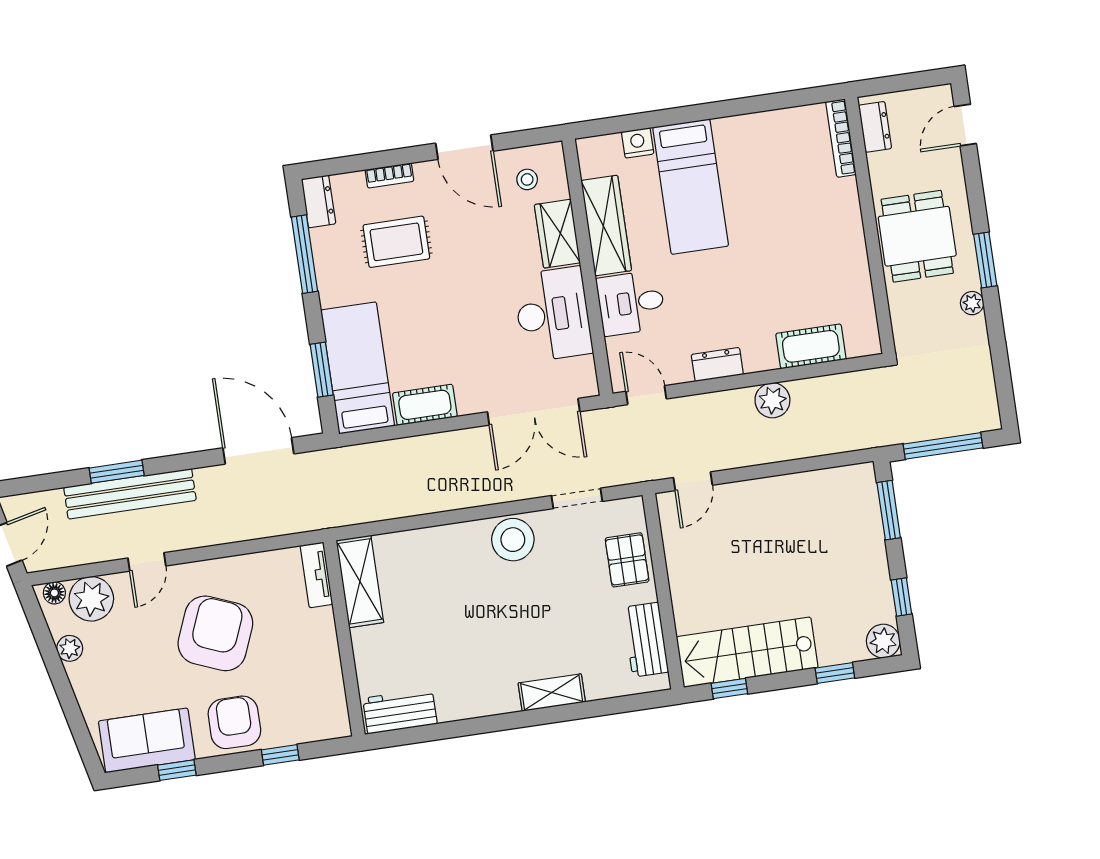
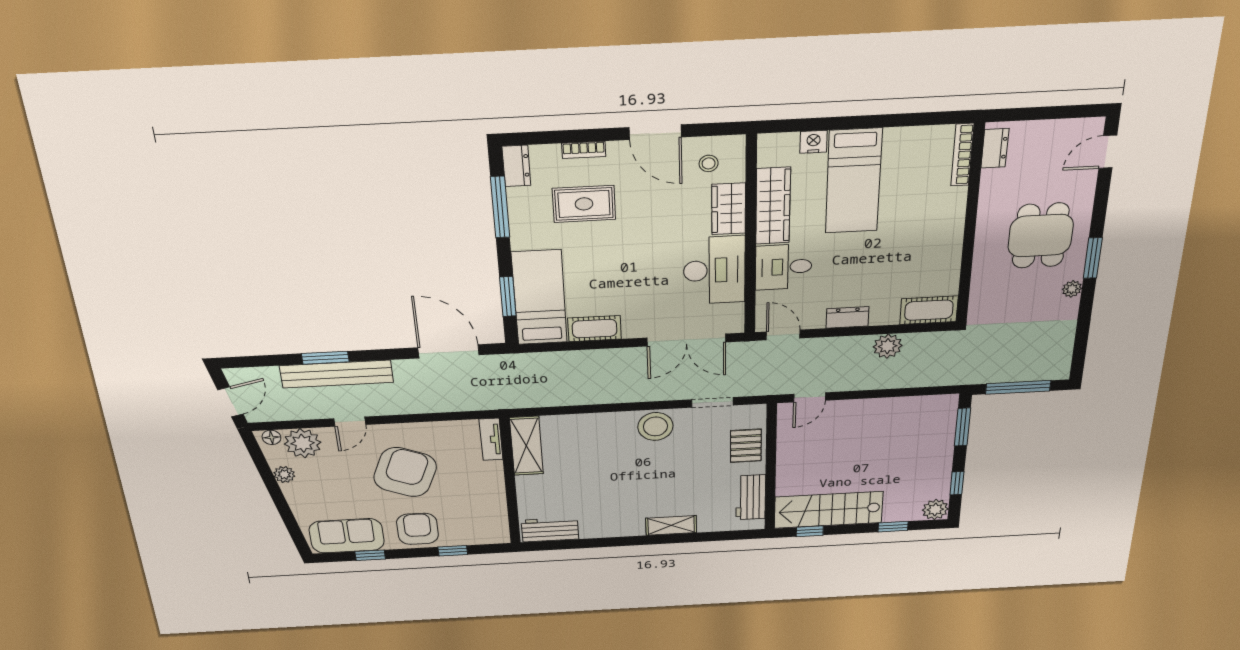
dresser: (875, 127) -> (995, 148), moved
bookcase: (841, 138) -> (962, 155), moved
wall: (870, 225) -> (970, 226), moved

